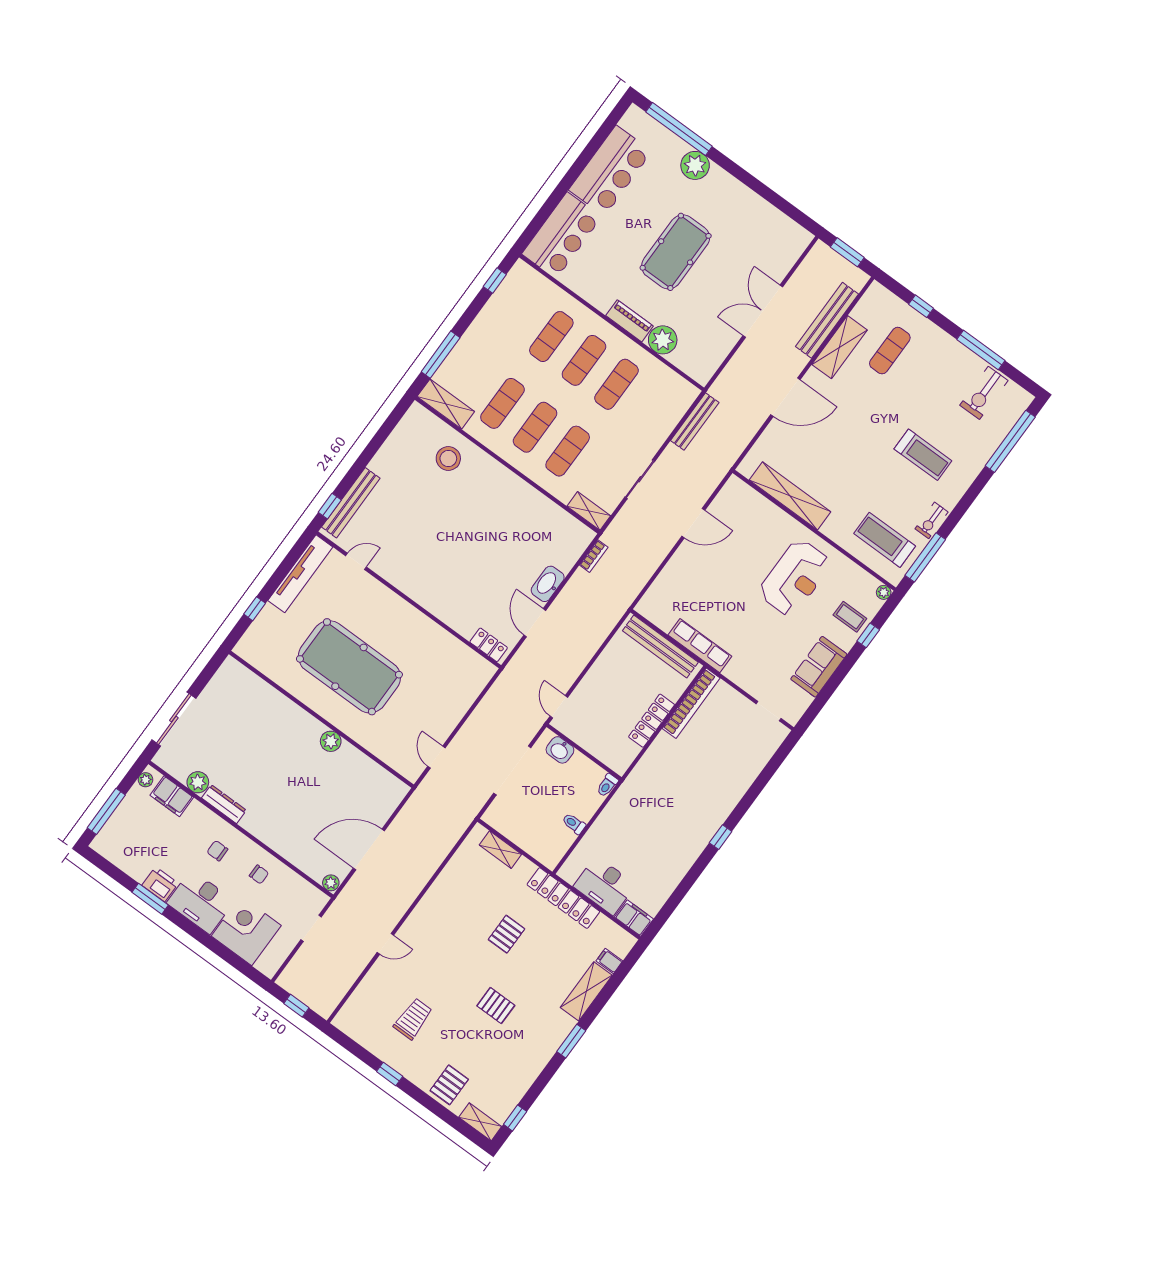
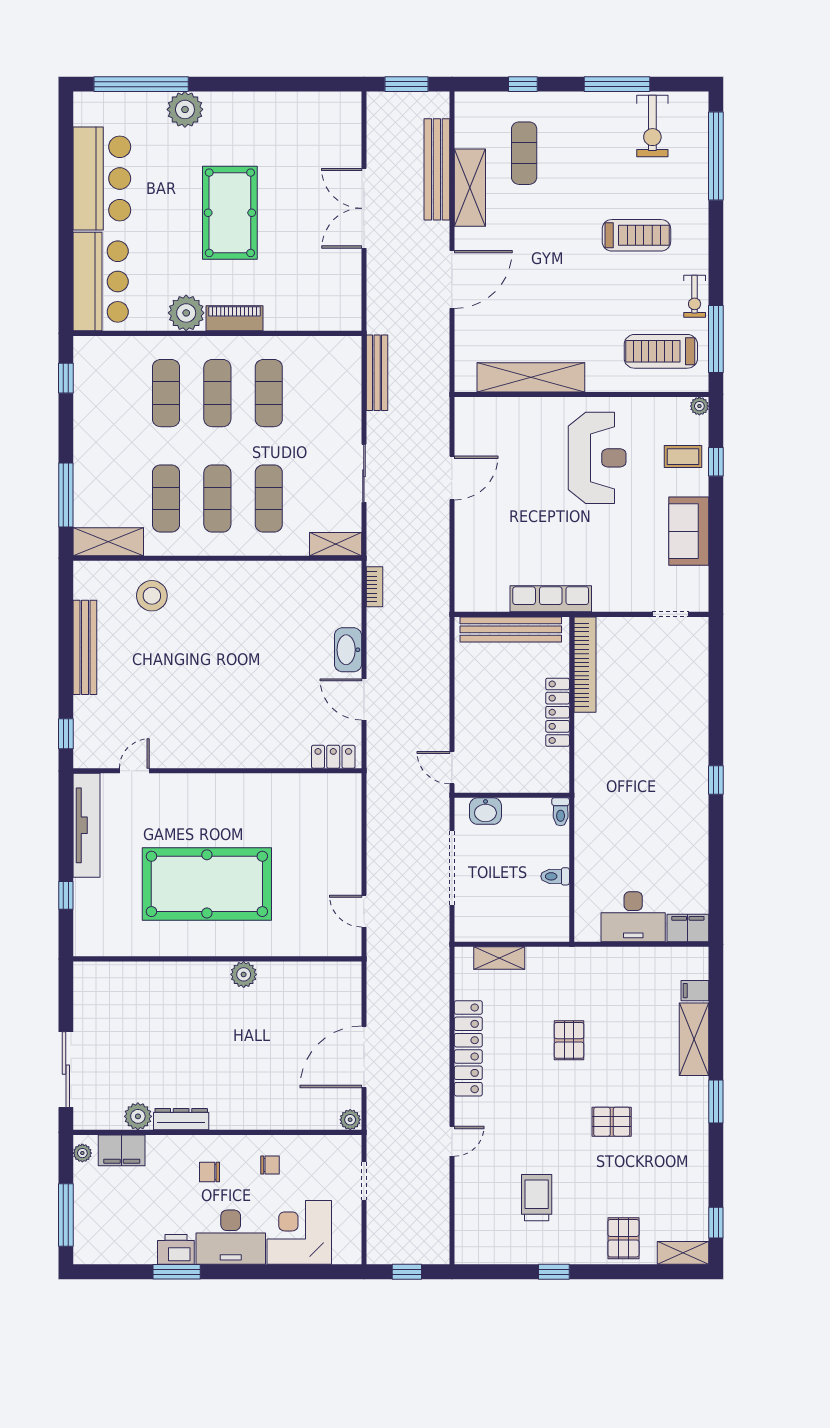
plant: (663, 340) -> (186, 313), moved
bench: (351, 503) -> (85, 647), moved
locker: (563, 898) -> (468, 1048), moved, turned -90

